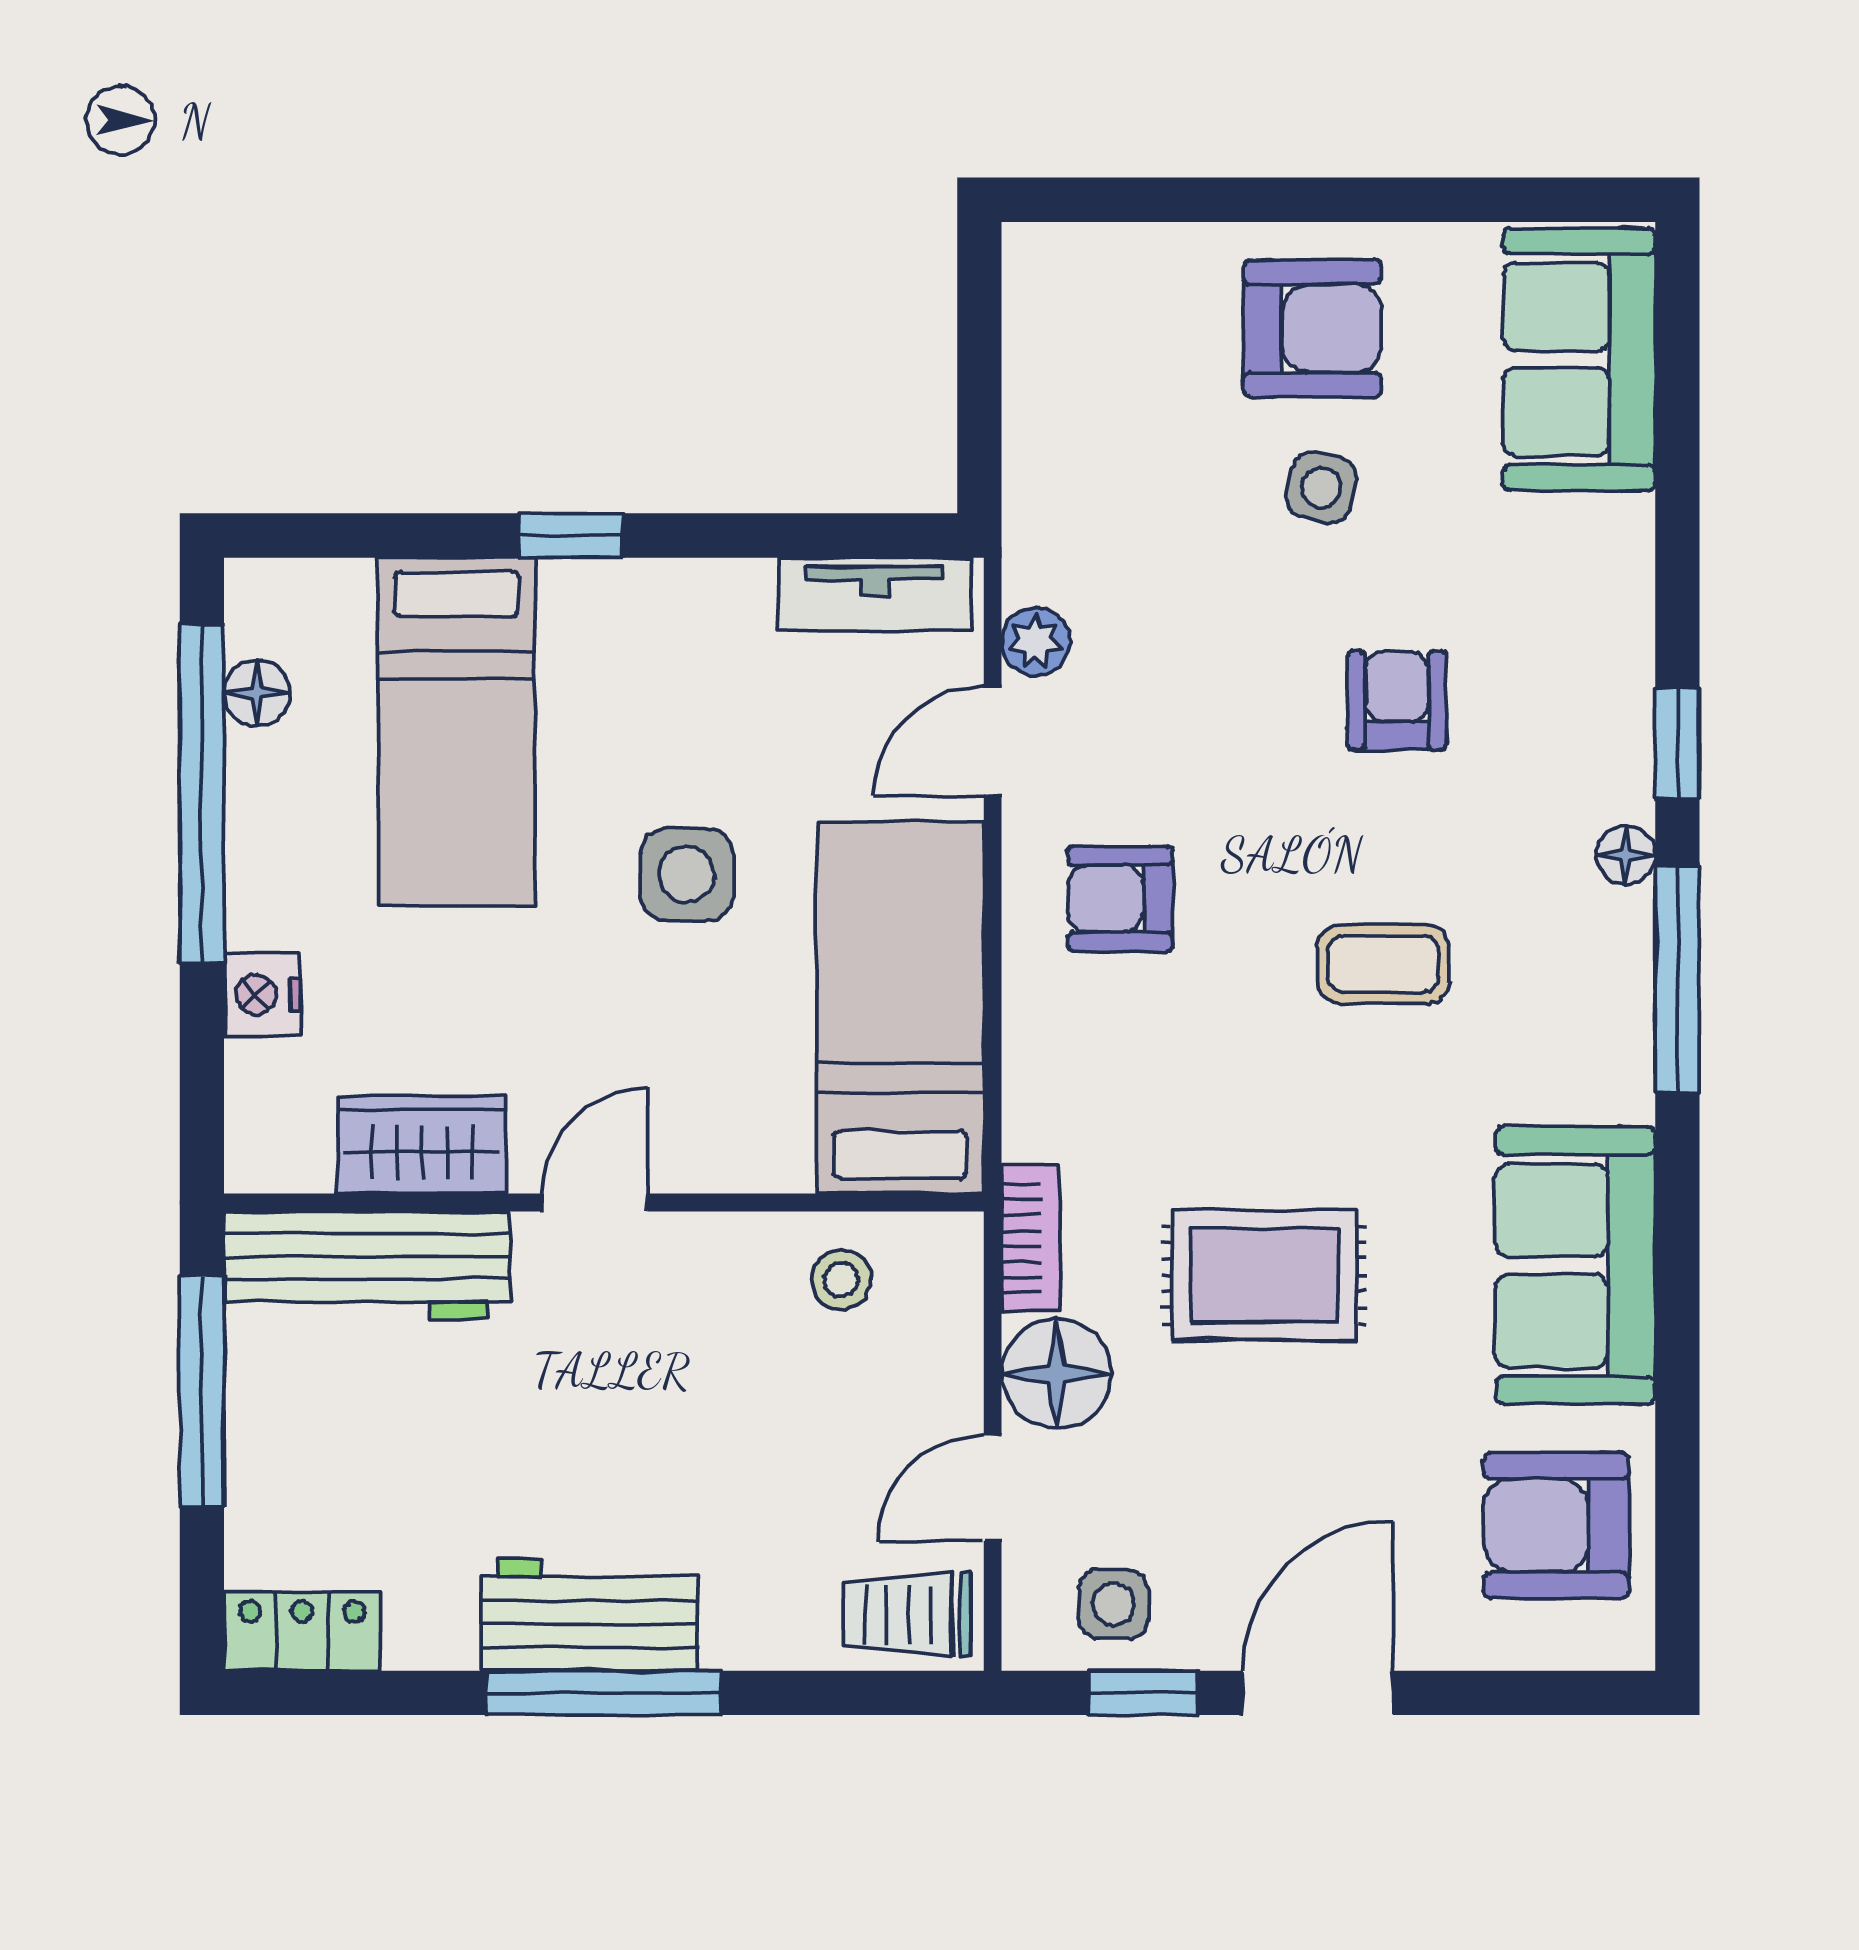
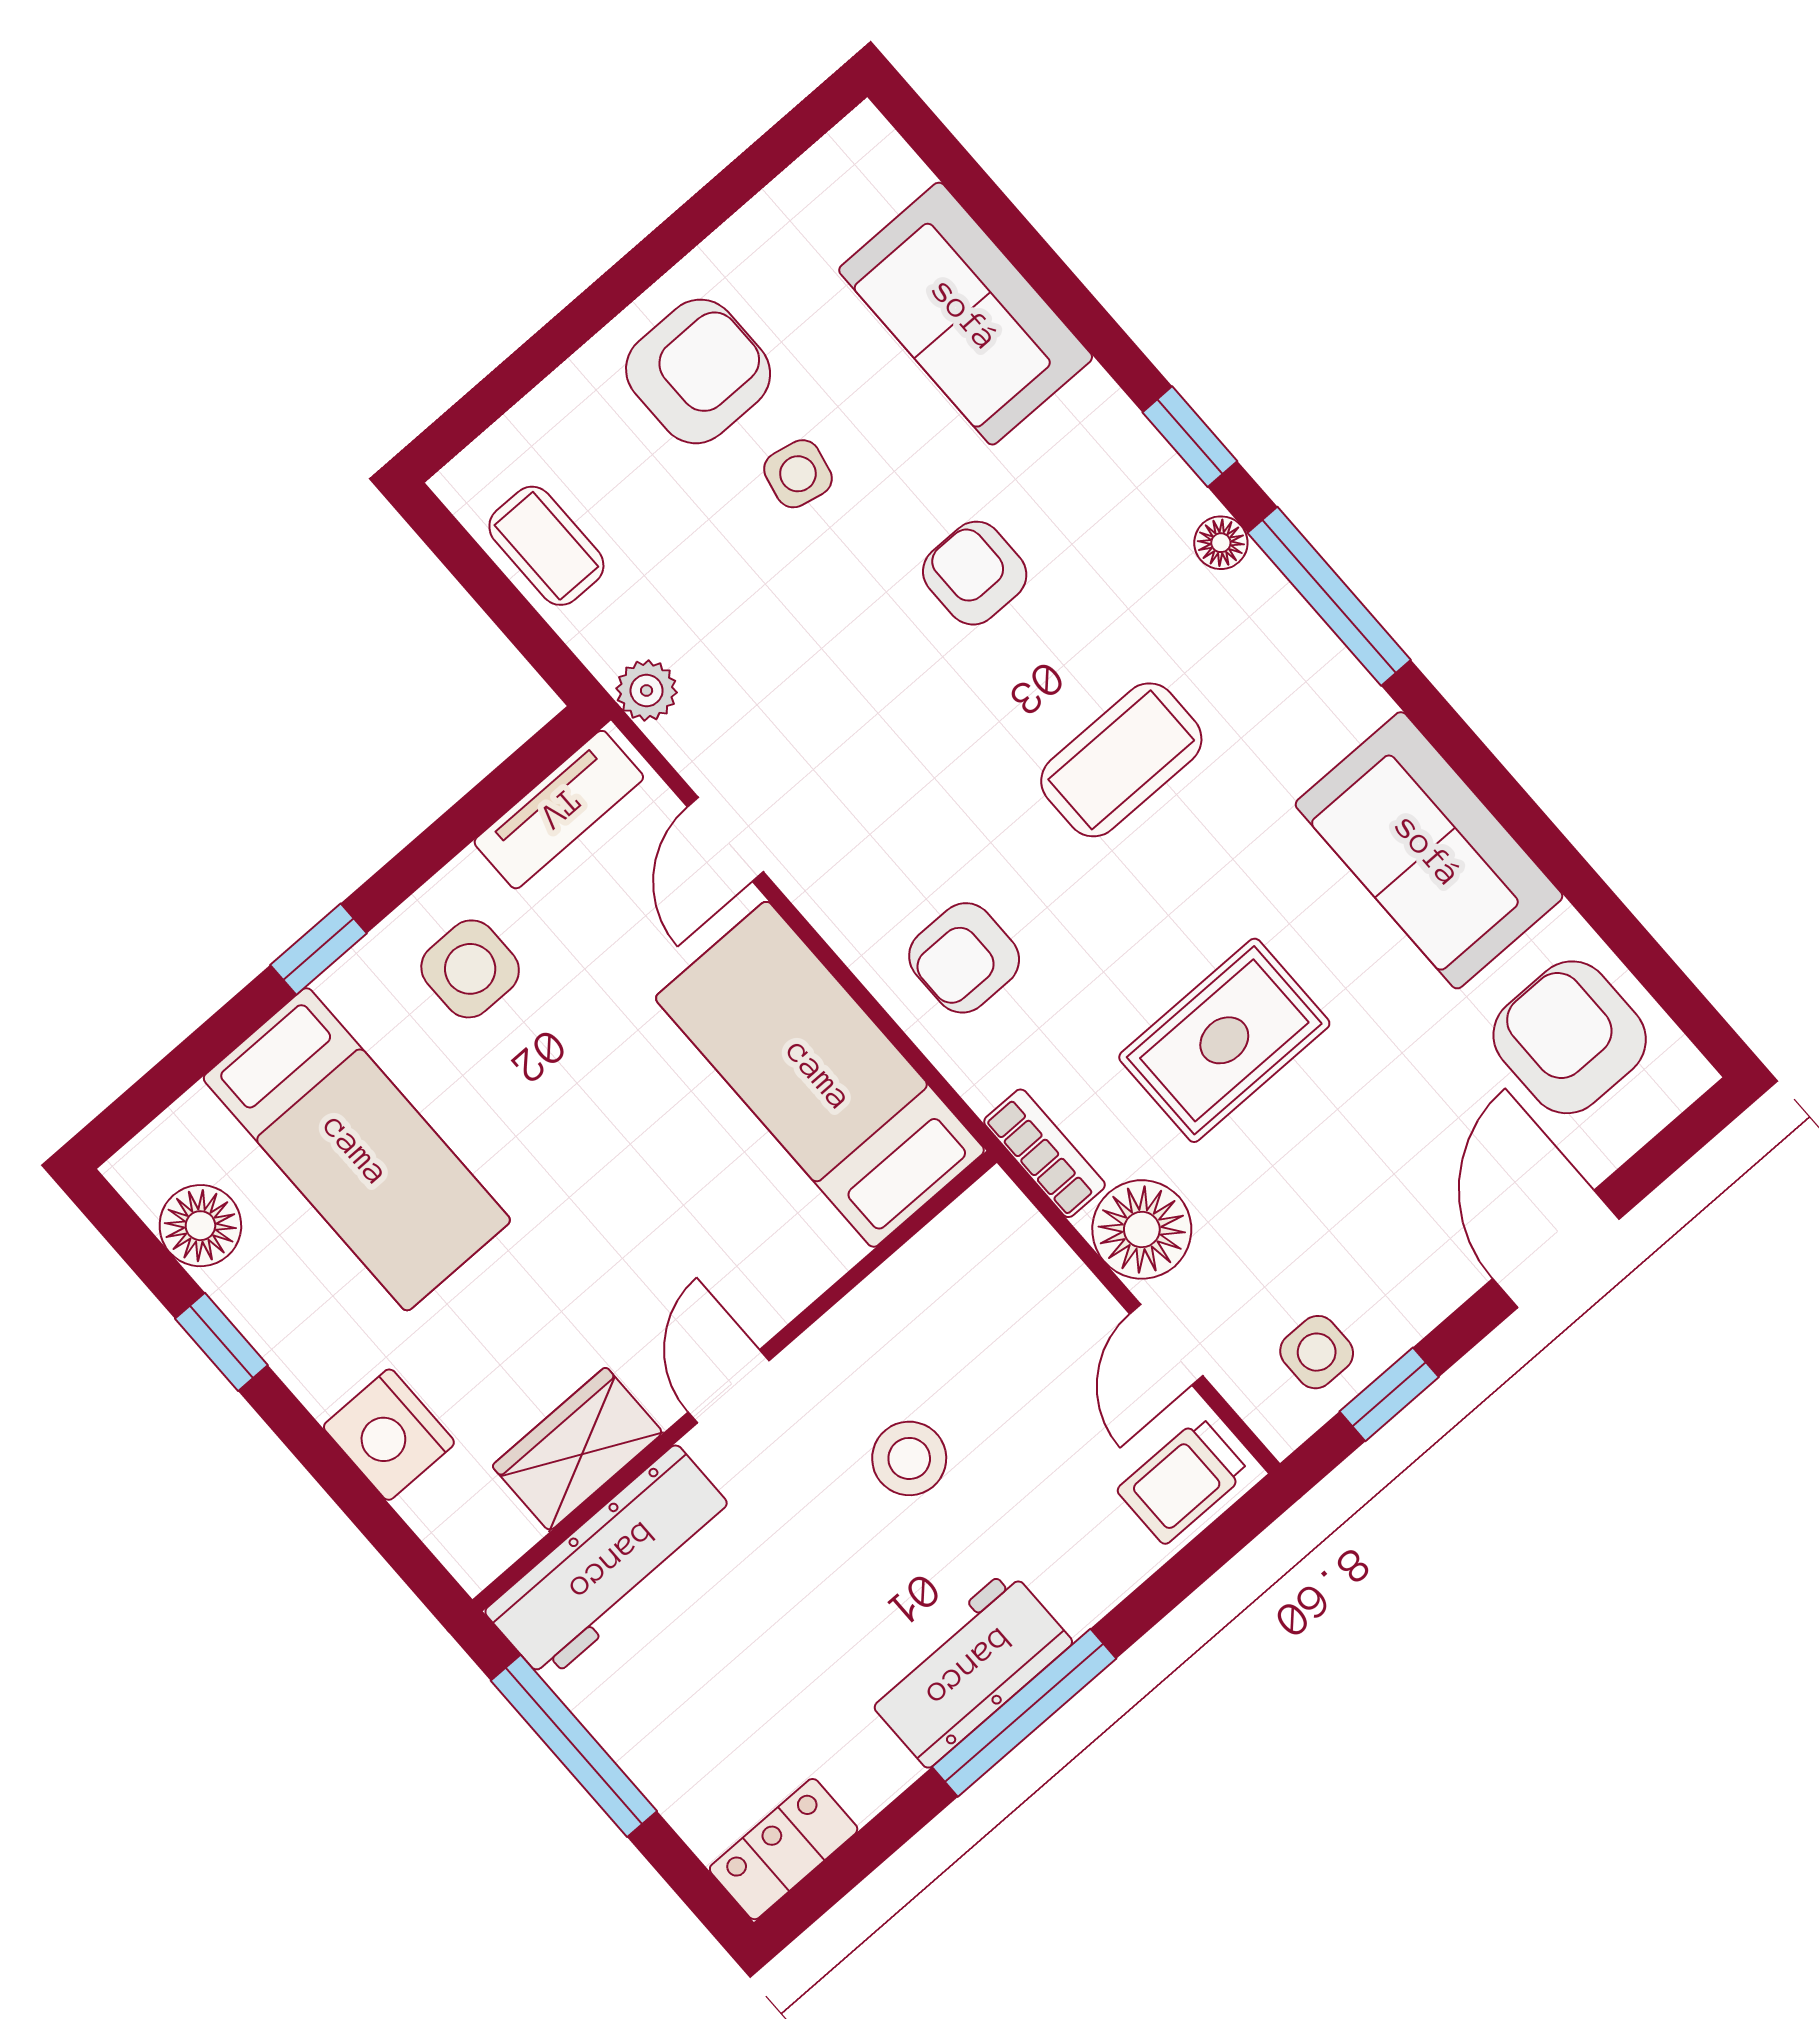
sofa: (1579, 359) -> (966, 314), moved
coffee table: (1057, 364) -> (546, 546), added
plant: (1035, 642) -> (647, 691), moved
floor lamp: (257, 693) -> (200, 1226), width x1.37, depth x1.37
window: (202, 794) -> (221, 1342), width x0.32
side table: (687, 874) -> (470, 969), moved
armchair: (1120, 899) -> (964, 958), moved
coffee table: (1383, 964) -> (1121, 760), width x1.36, depth x1.30
nightstand: (262, 994) -> (389, 1435), width x1.36, depth x1.33
stool: (841, 1280) -> (909, 1458), moved, width x1.37, depth x1.37
armchair: (1556, 1525) -> (1570, 1037), turned 90
door: (1318, 1693) -> (1556, 1249), moved

